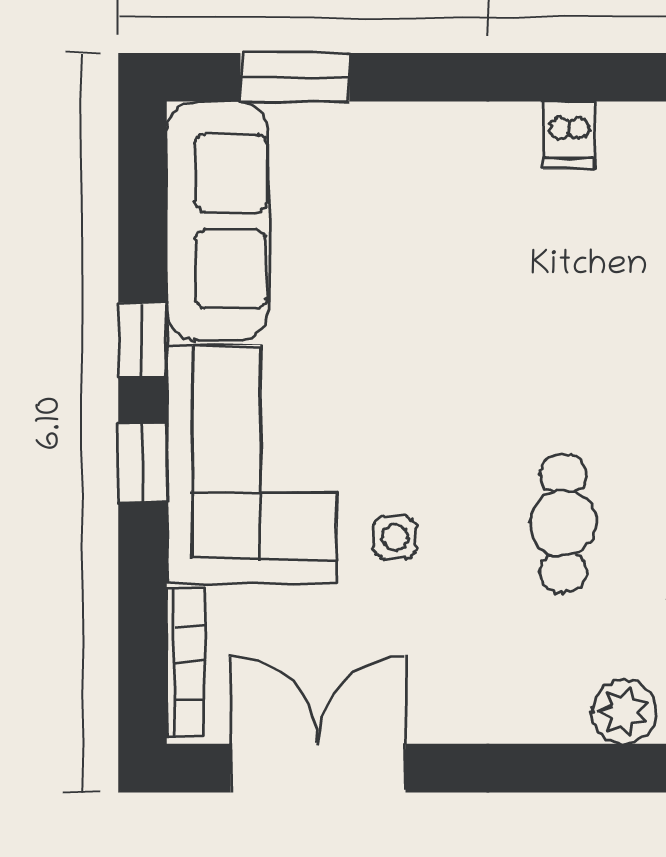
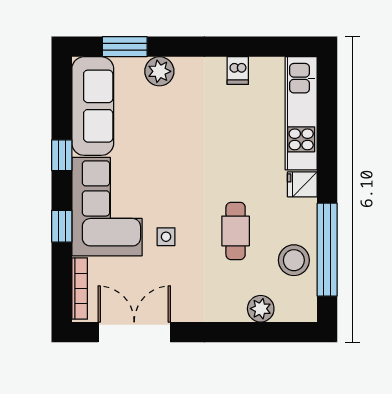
plant: (379, 137) -> (159, 71), added
window: (142, 463) -> (62, 226), moved

